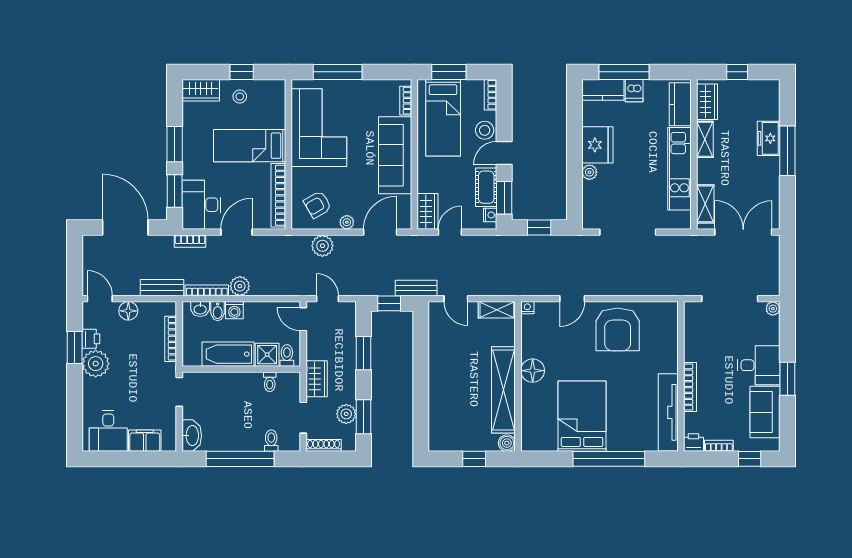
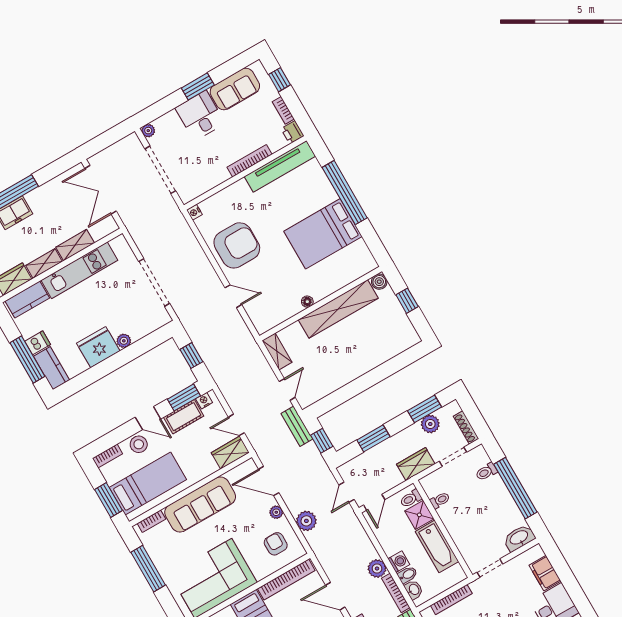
window: (338, 72) -> (148, 569), moved
shelving: (705, 204) -> (75, 245), moved
armchair: (318, 205) -> (276, 544), turned -150
nightstand: (527, 308) -> (194, 212), moved
floor lamp: (533, 371) -> (307, 302), width x0.53, depth x0.53

